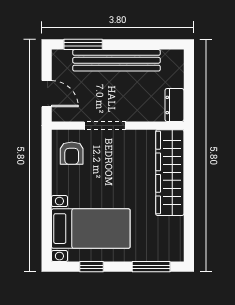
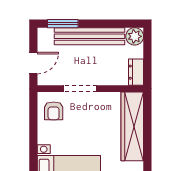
plant: (173, 60) -> (135, 36), added
door: (47, 94) -> (33, 63), hinge flipped

